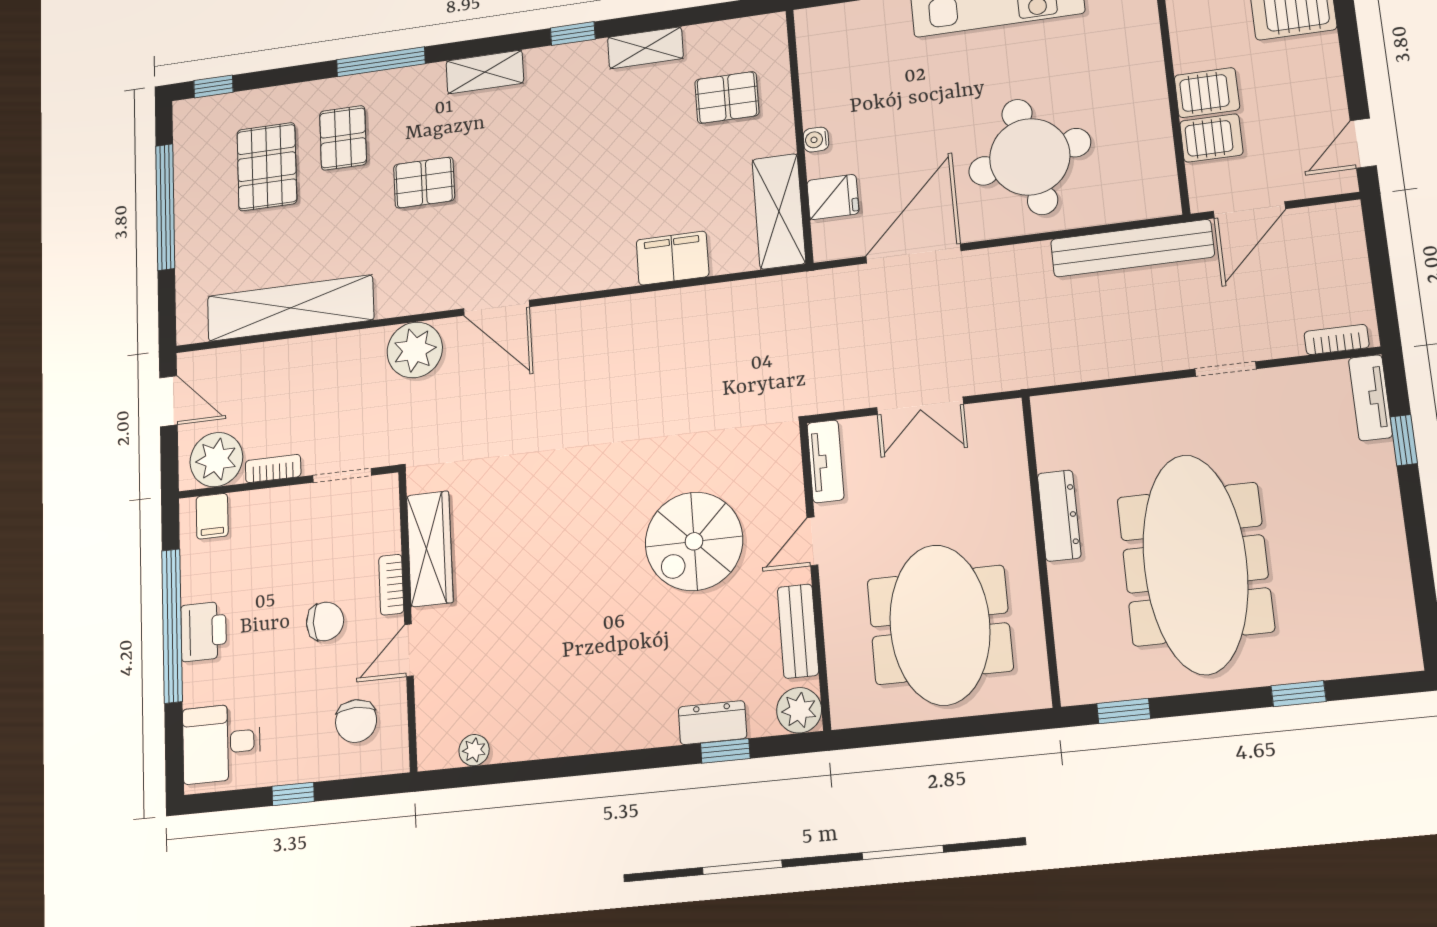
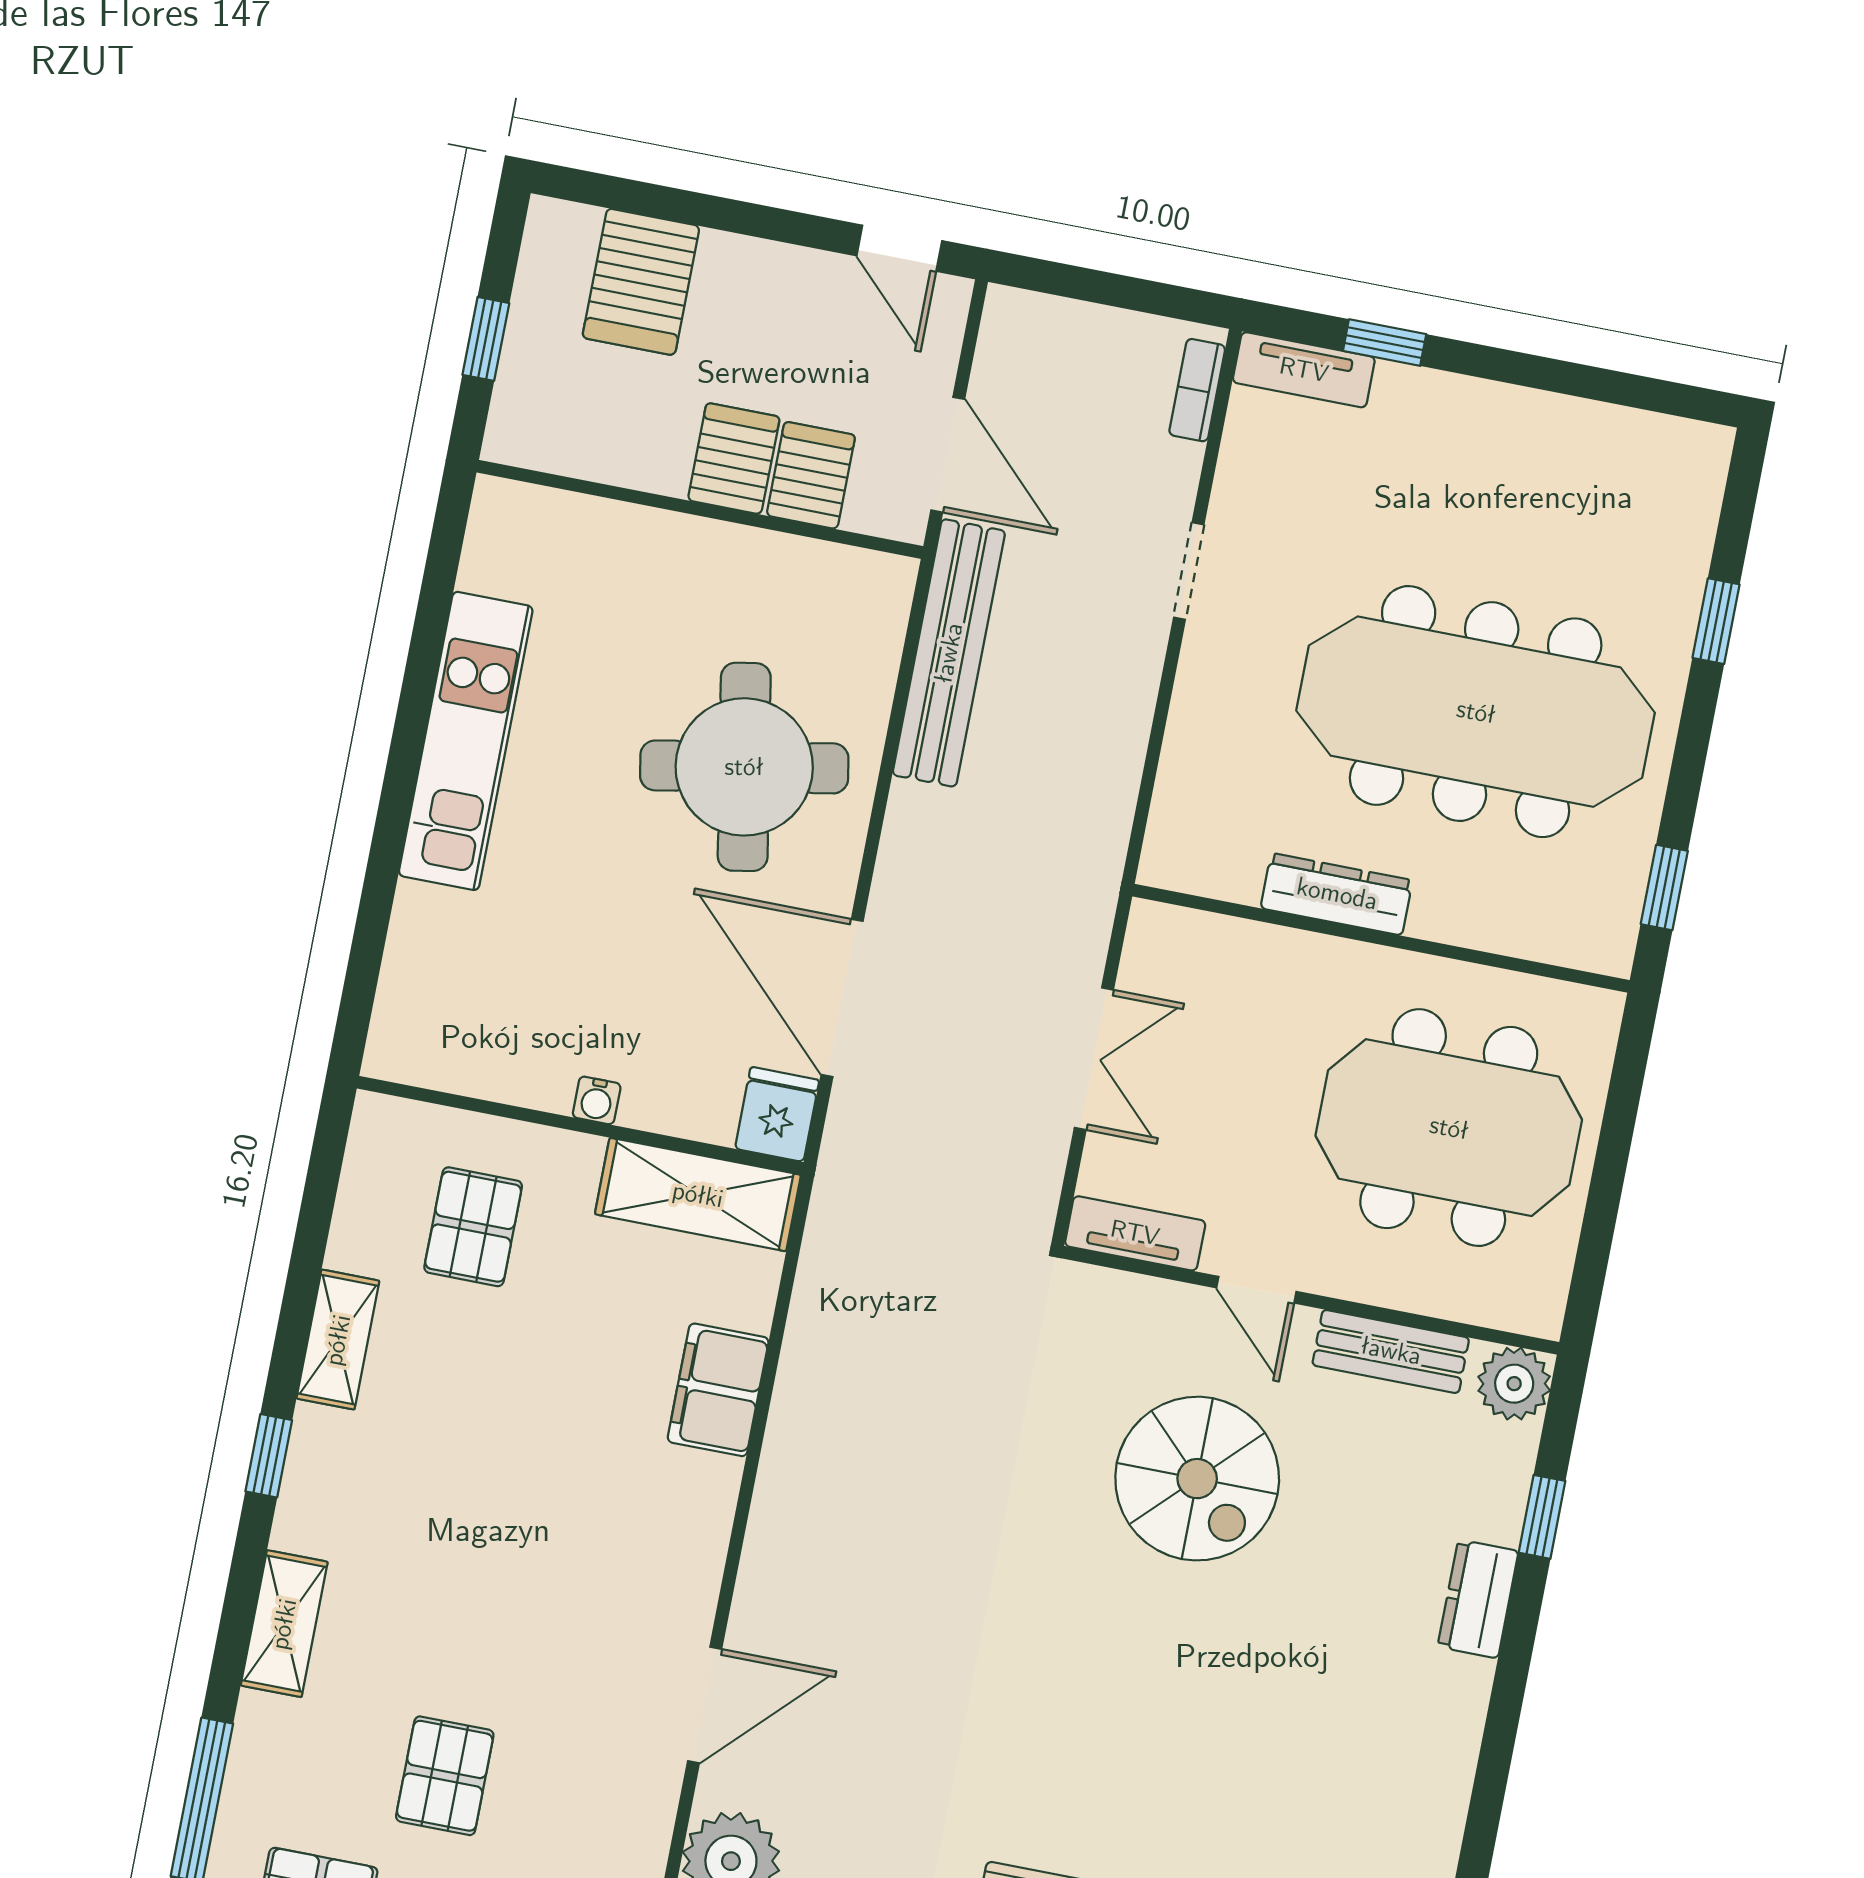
fridge: (833, 197) -> (777, 1114), moved
dresser: (712, 723) -> (1478, 1599), moved

